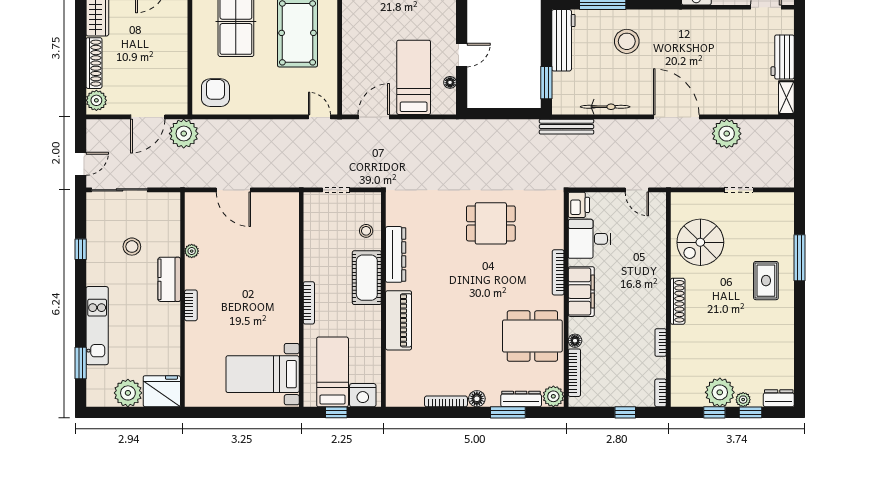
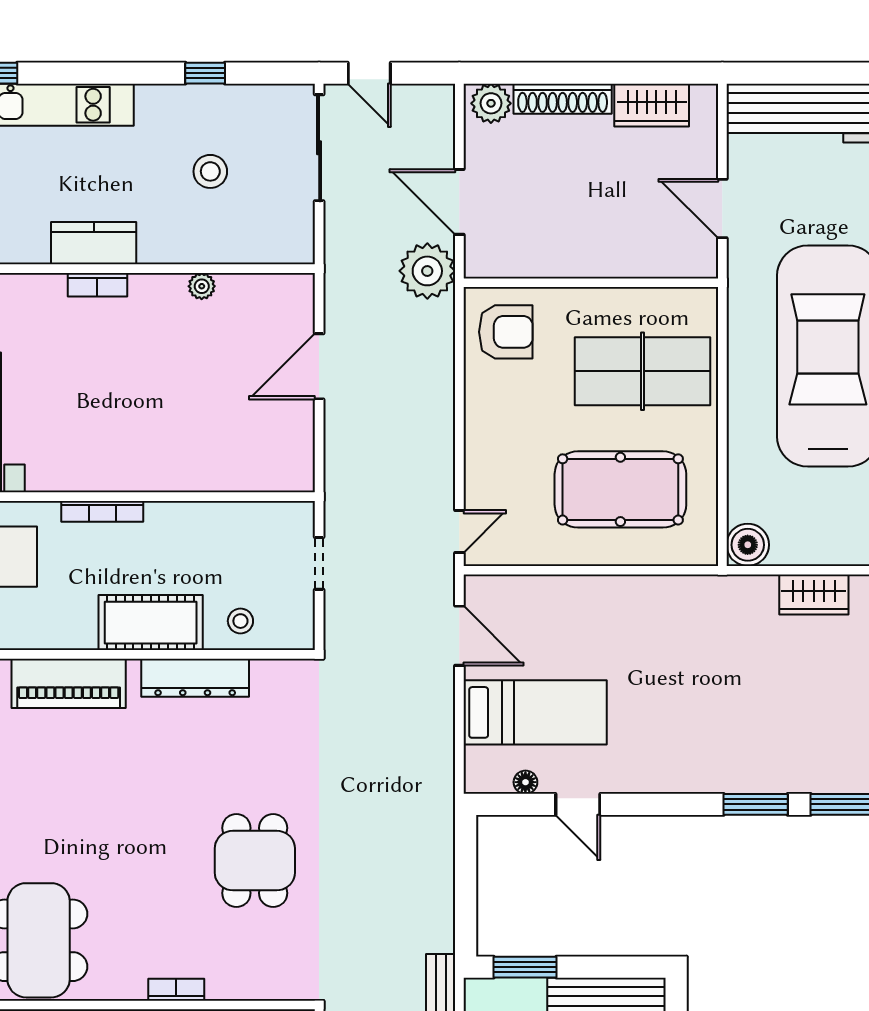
bookcase: (558, 272) -> (176, 990), width x0.64
kitchen counter: (169, 279) -> (94, 243), moved

